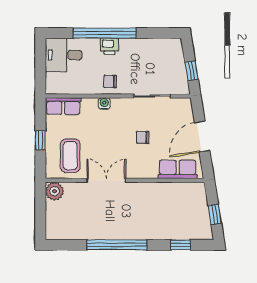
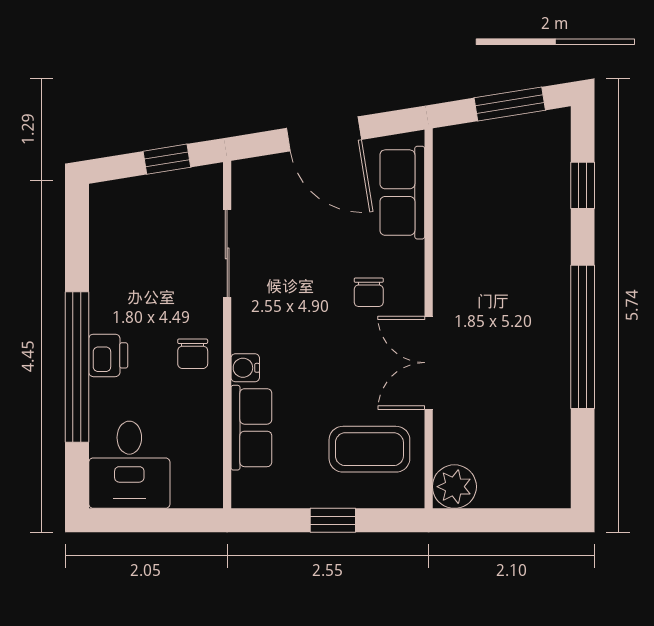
row of seats: (63, 106) -> (251, 428), moved
chair: (143, 138) -> (369, 292), moved
window: (215, 214) -> (510, 104), width x1.50

